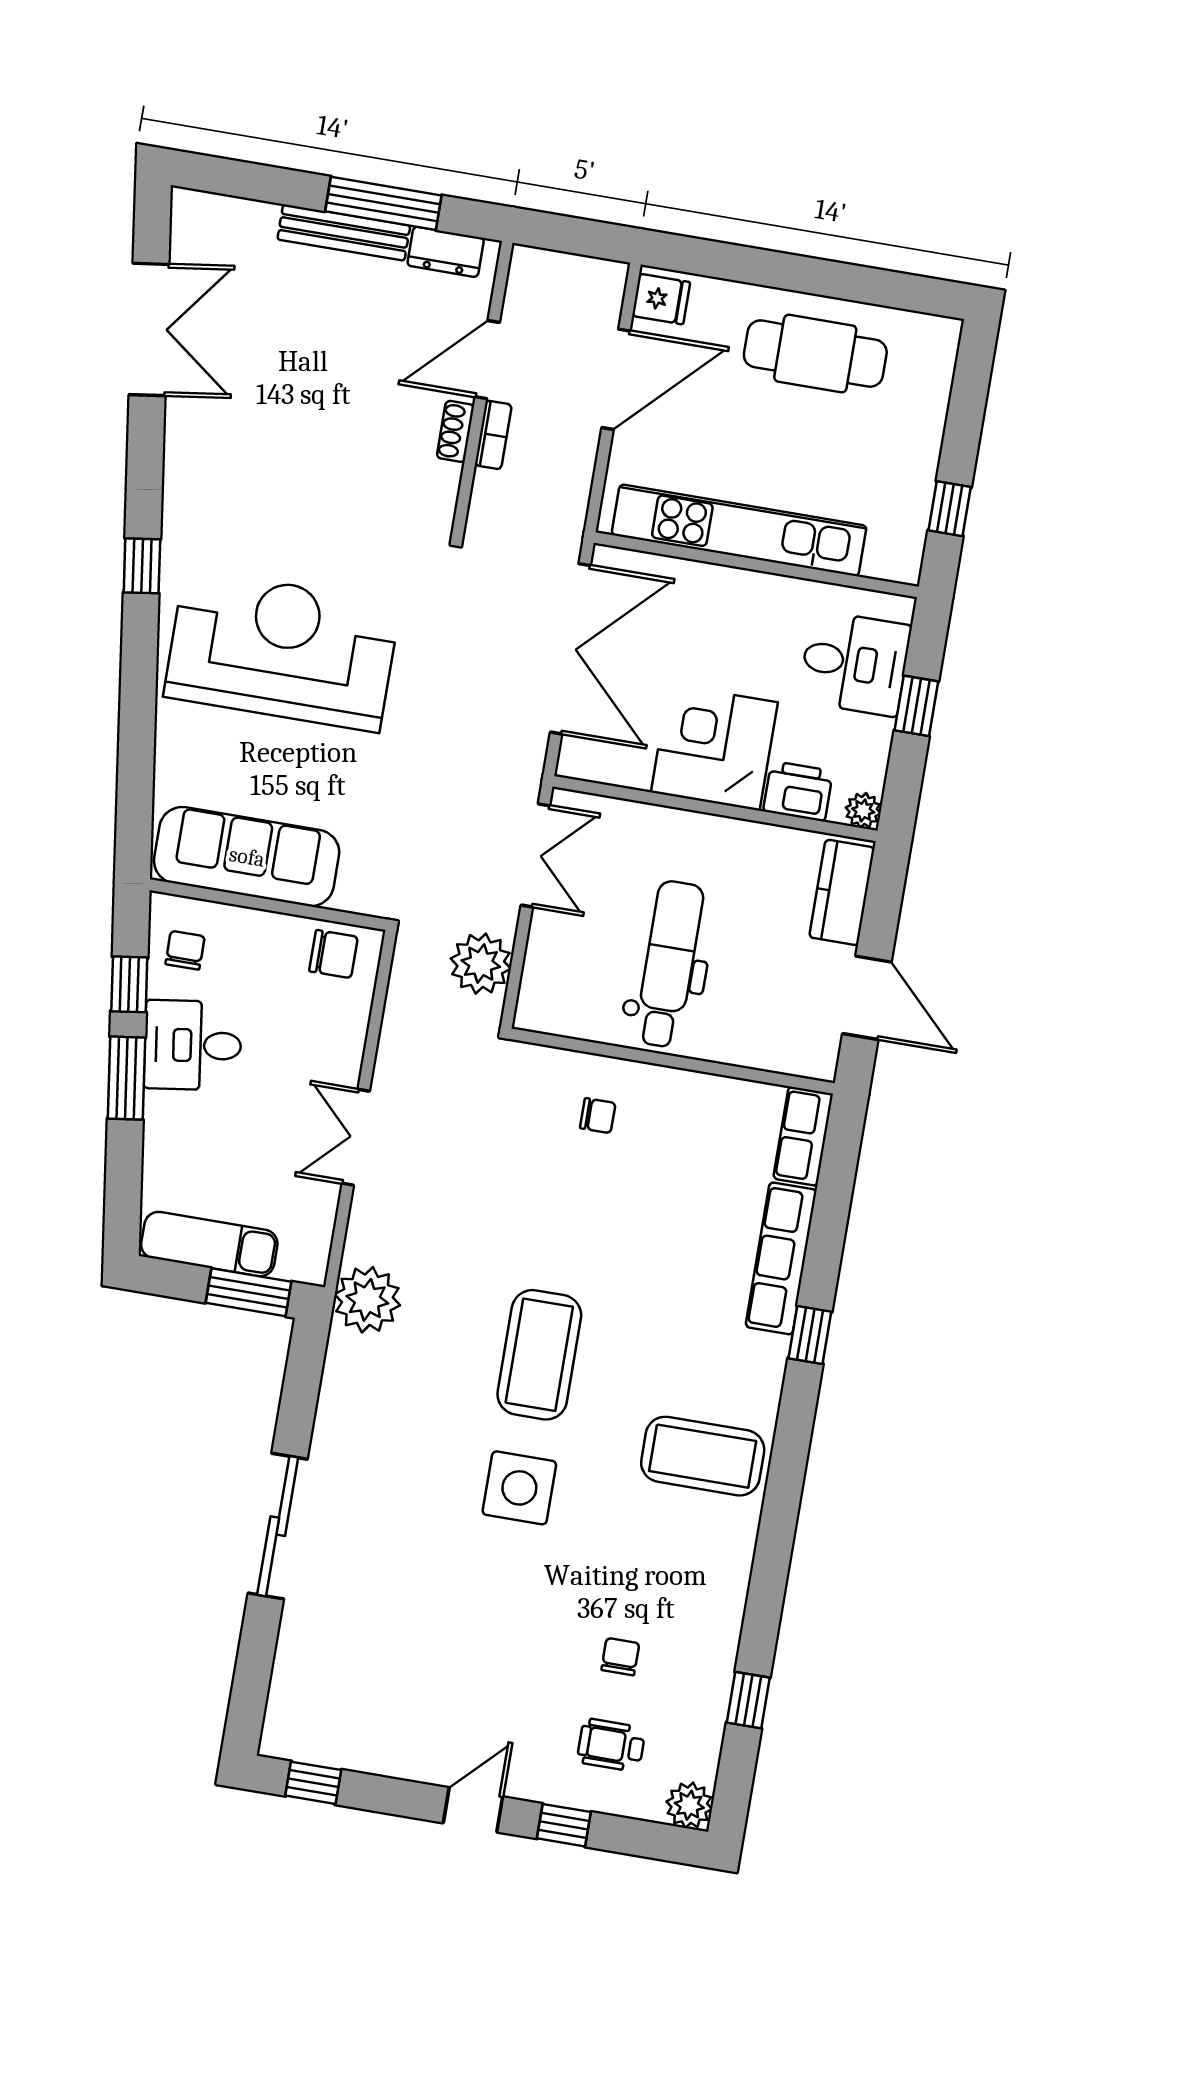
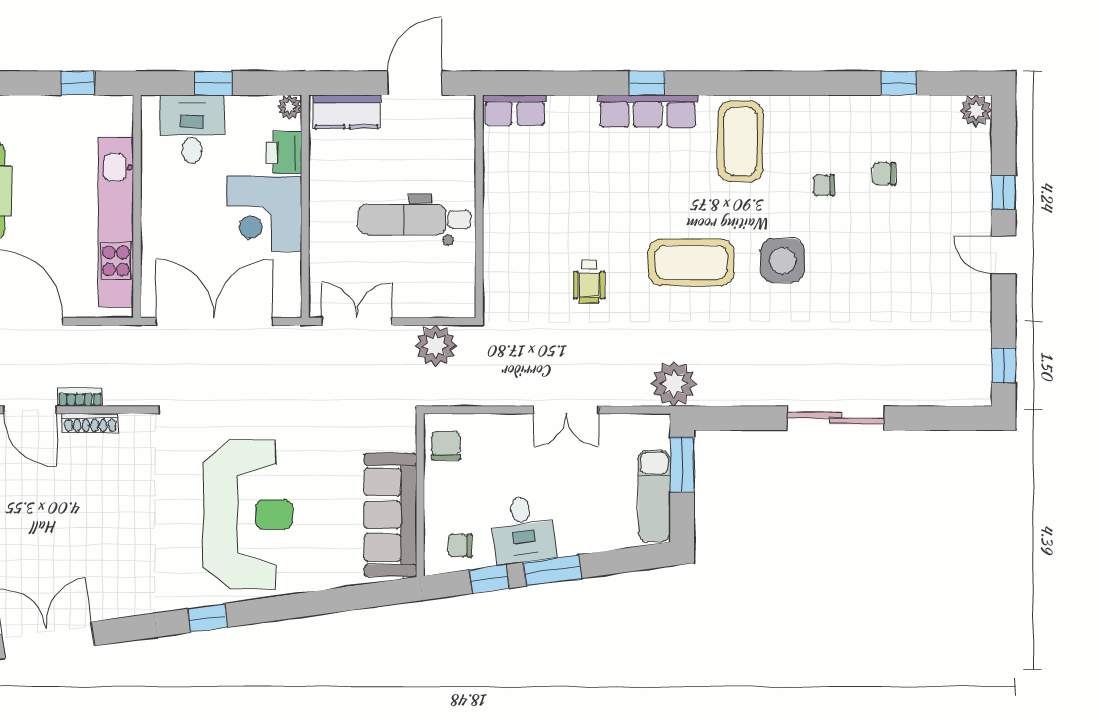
shoe rack: (455, 431) -> (90, 423), width x1.43
reception desk: (282, 650) -> (248, 515), turned 180
chair: (598, 1116) -> (824, 185), moved, turned -90
row of seats: (781, 1258) -> (648, 111), moved
wheelchair: (611, 1745) -> (589, 282), moved

